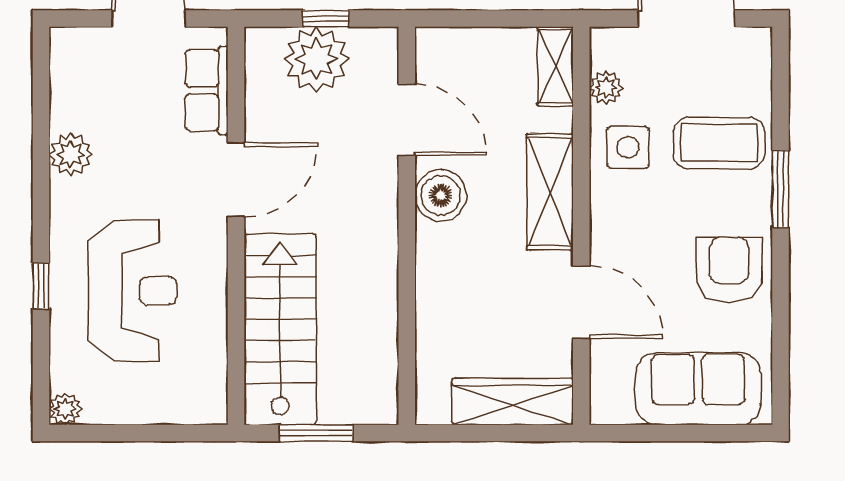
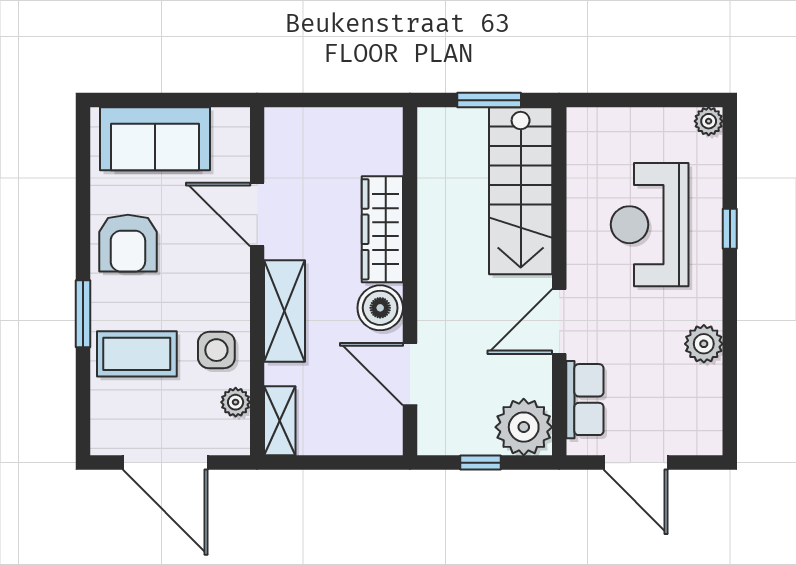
plant: (316, 59) -> (524, 427), moved
wardrobe: (513, 402) -> (382, 229), moved, turned 90

